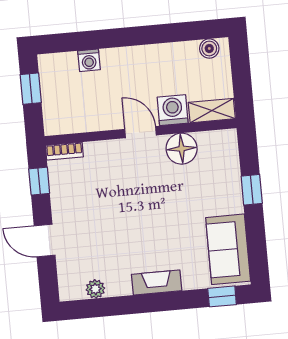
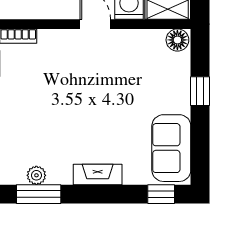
floor lamp: (182, 149) -> (177, 40), moved, width x0.73, depth x0.73
window: (99, 308) -> (39, 194), added

